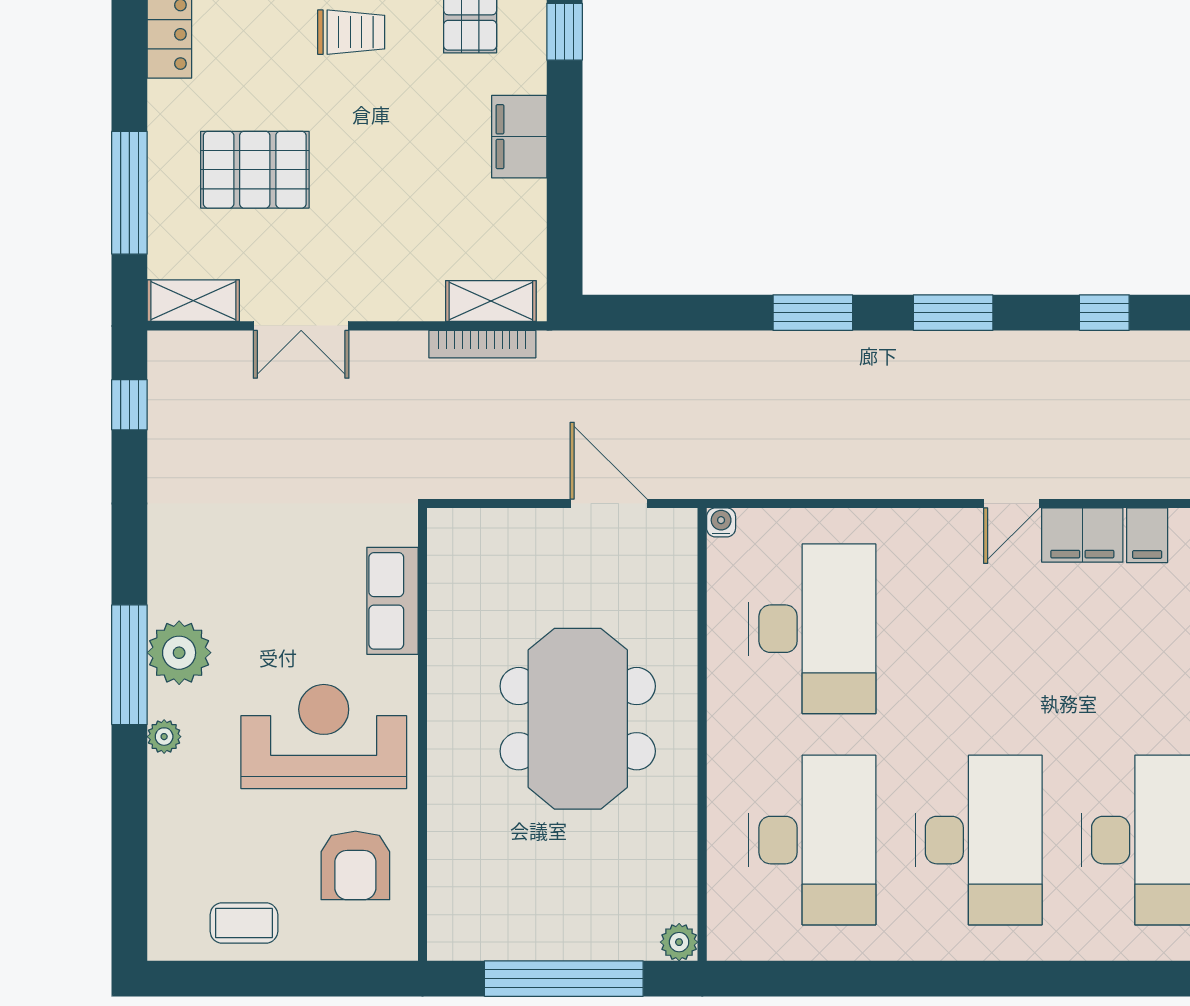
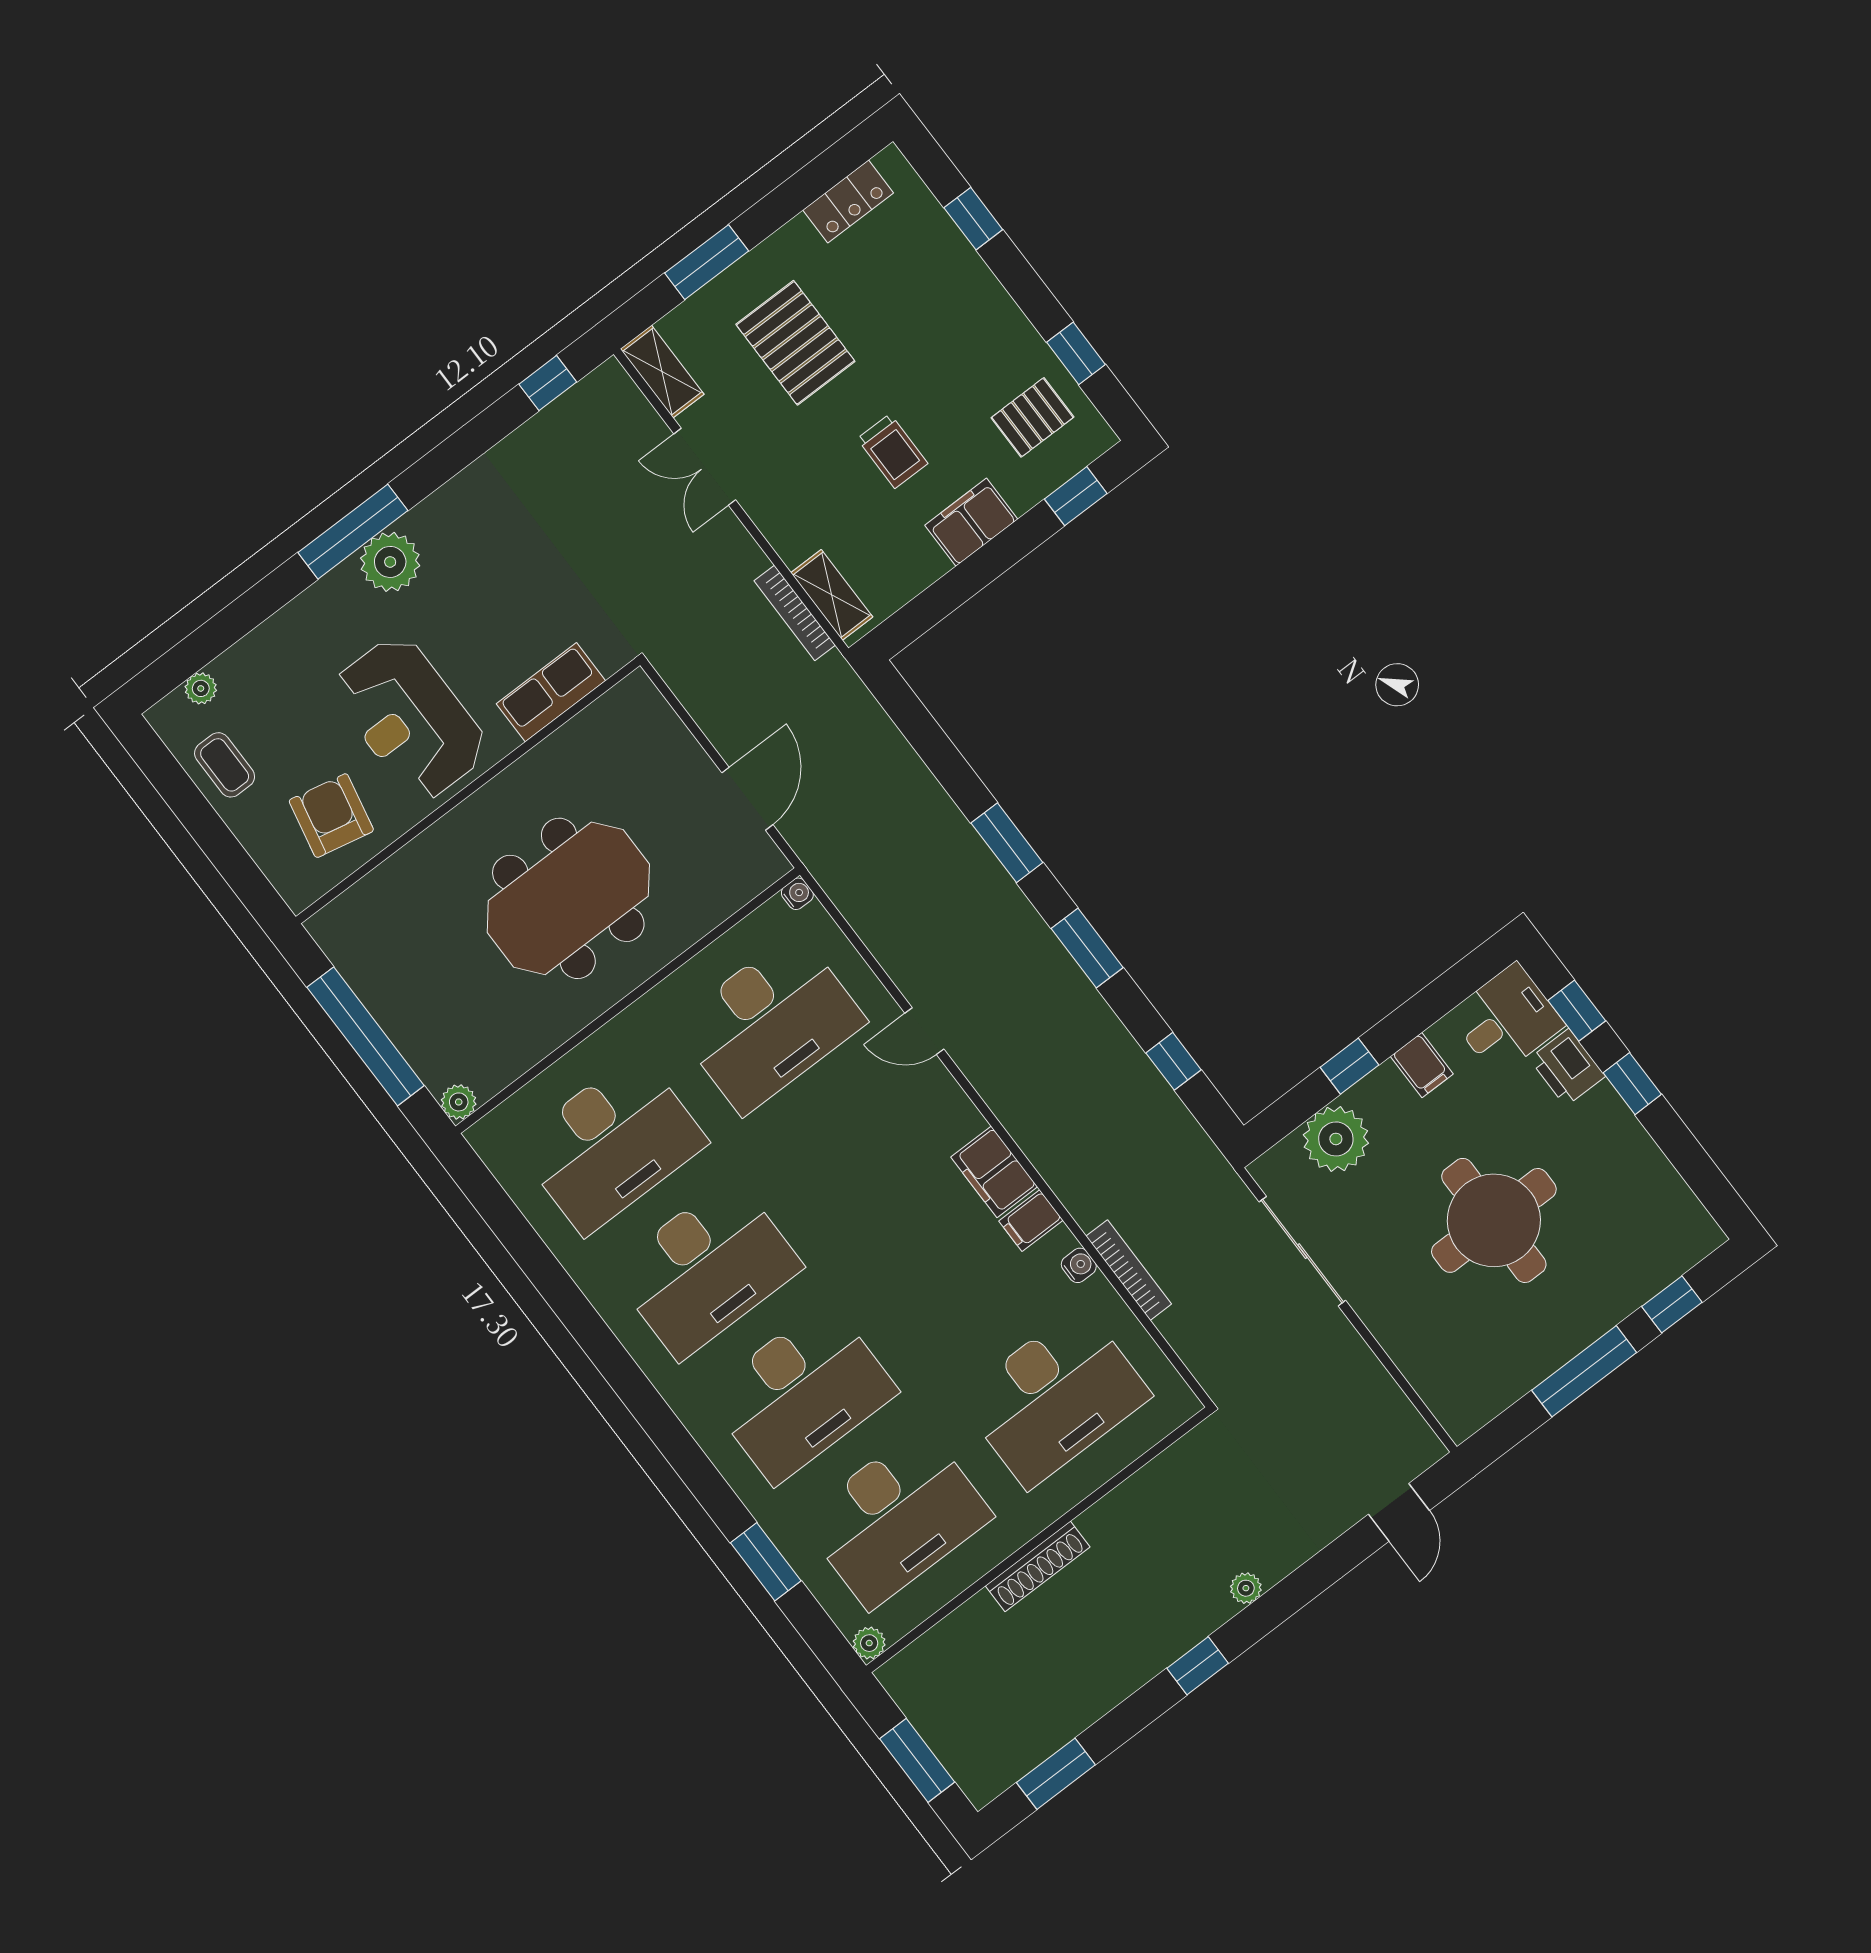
trolley: (351, 32) -> (892, 451), moved
window: (129, 193) -> (707, 262), width x0.69
door: (1011, 504) -> (924, 1031), moved
plant: (164, 737) -> (201, 688), moved
reception desk: (324, 737) -> (410, 718), turned 180
armchair: (355, 865) -> (331, 816), turned 102

